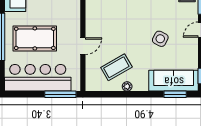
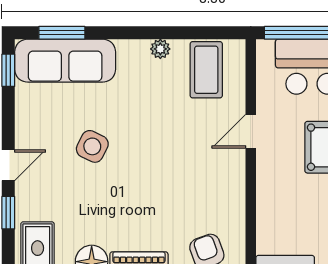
coffee table: (116, 67) -> (206, 70), moved, turned -60

